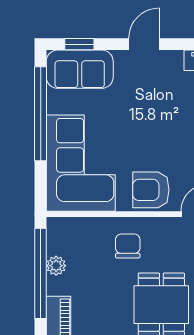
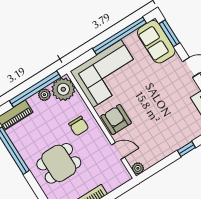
window: (79, 44) -> (169, 33), width x1.50
plant: (65, 235) -> (63, 89), added
chair: (128, 246) -> (79, 126), turned 90

